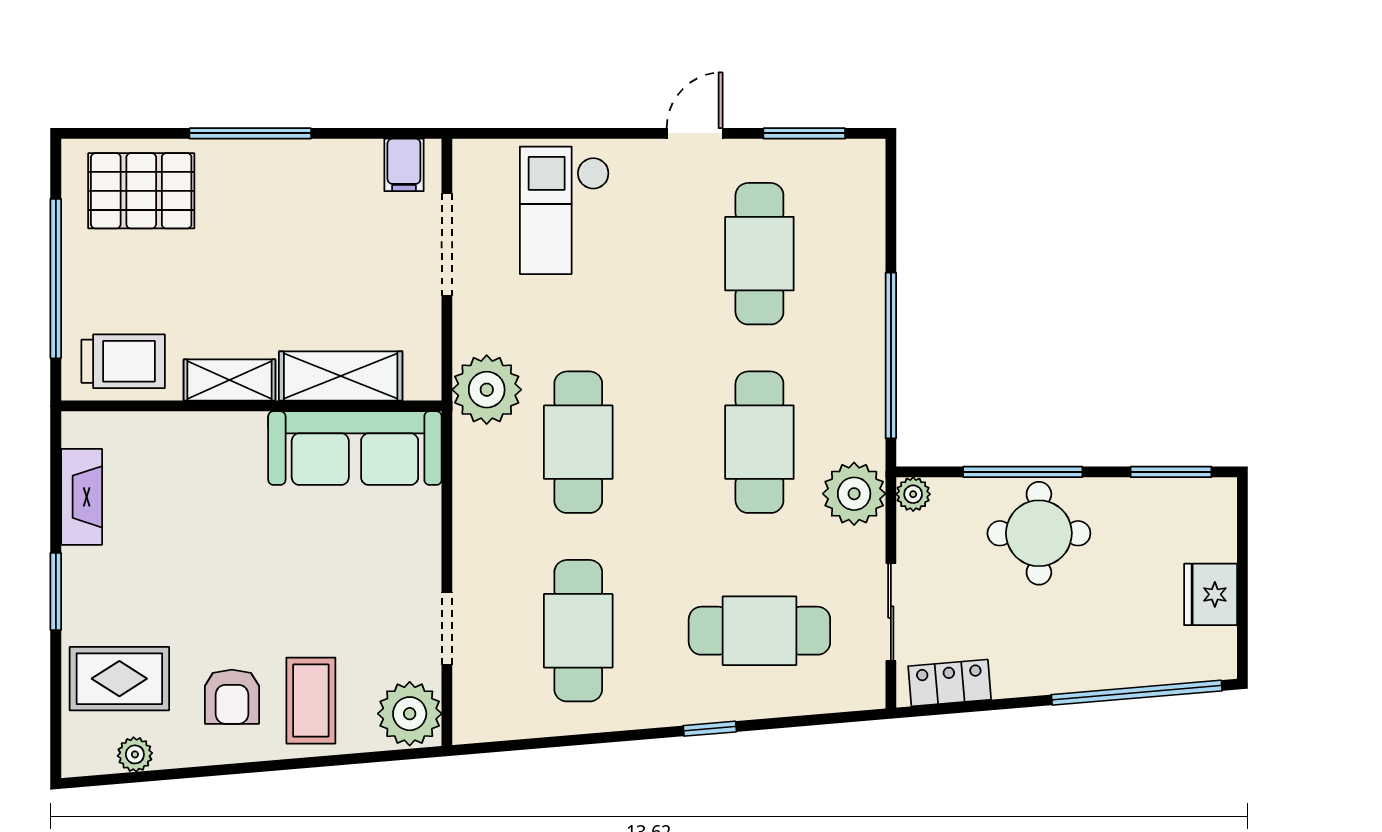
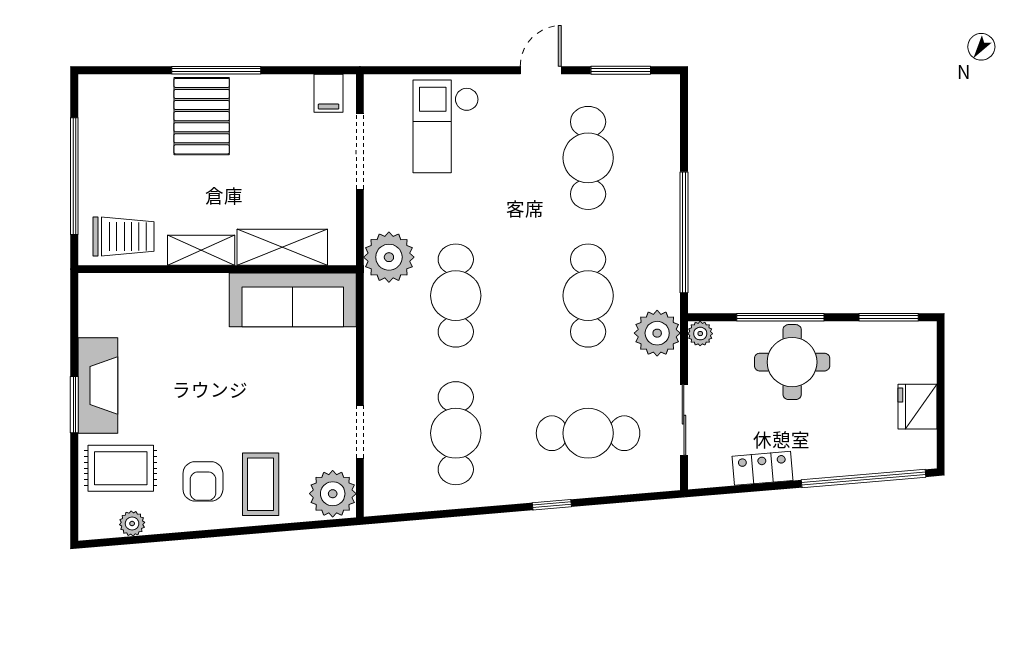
pallet: (141, 191) -> (202, 116), moved, turned 90
fireplace: (82, 497) -> (98, 386), moved, width x1.37, depth x1.32
locker: (950, 683) -> (762, 468), moved

